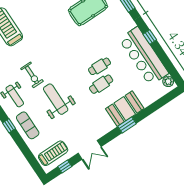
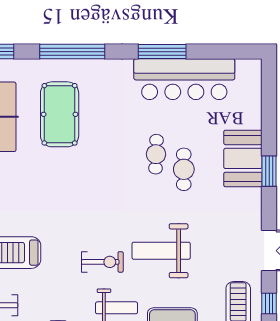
window: (150, 37) -> (162, 52), width x2.17
plant: (168, 81) -> (245, 68), removed

